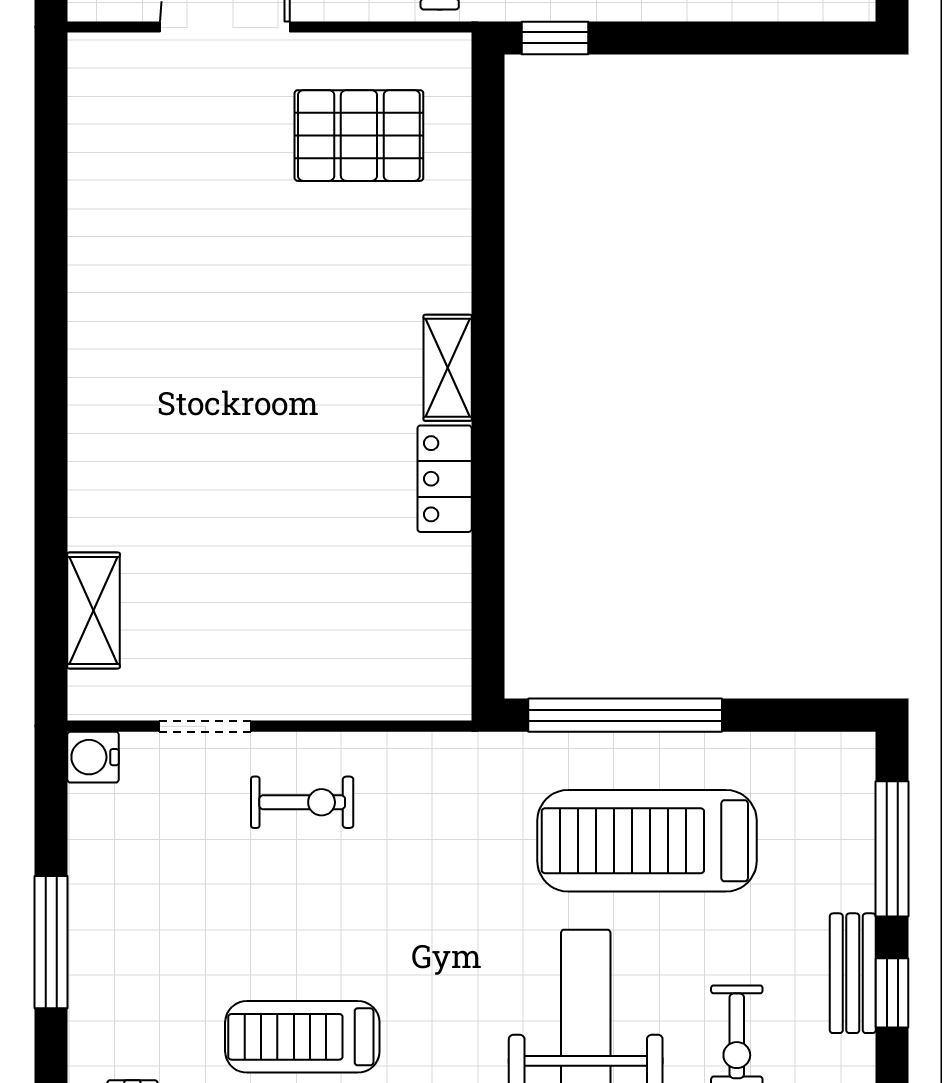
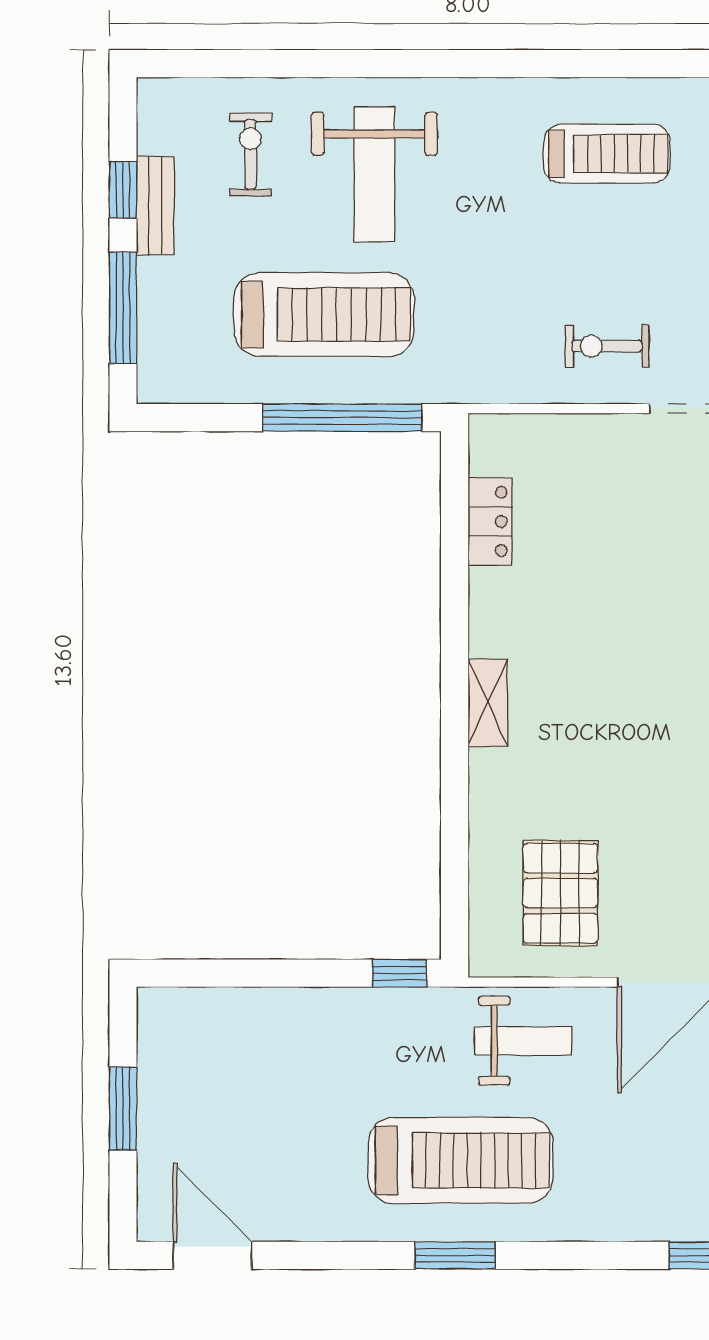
pallet: (359, 136) -> (560, 893), turned 90
locker: (445, 479) -> (490, 521), moved

